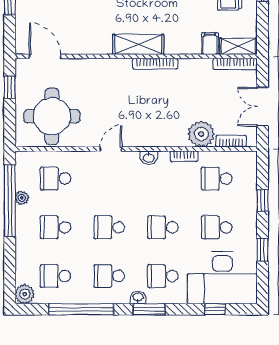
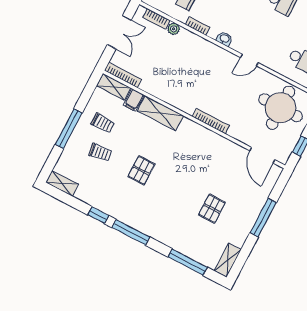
shelving: (138, 44) -> (160, 113), moved
bookcase: (155, 64) -> (211, 121), moved
plant: (201, 134) -> (174, 29), width x0.53, depth x0.53

